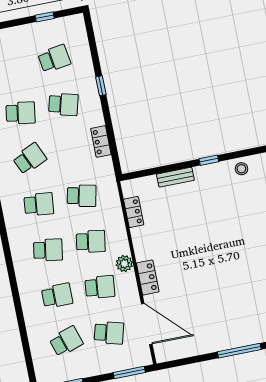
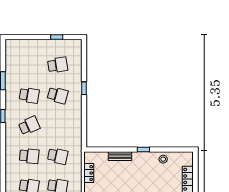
locker: (101, 141) -> (77, 124), removed

